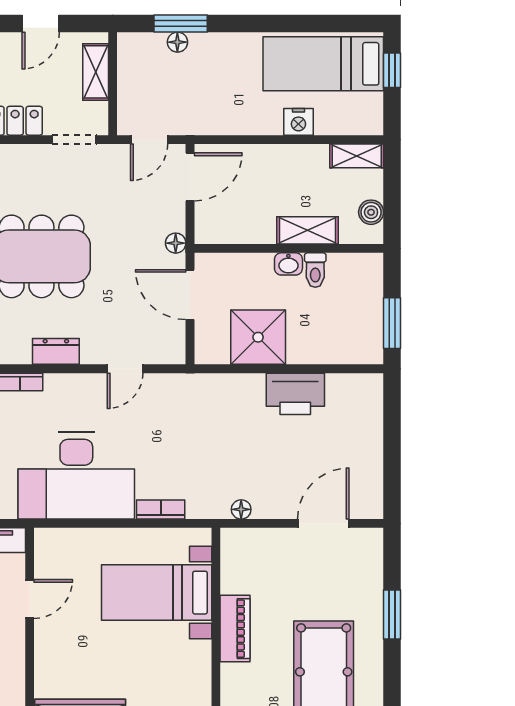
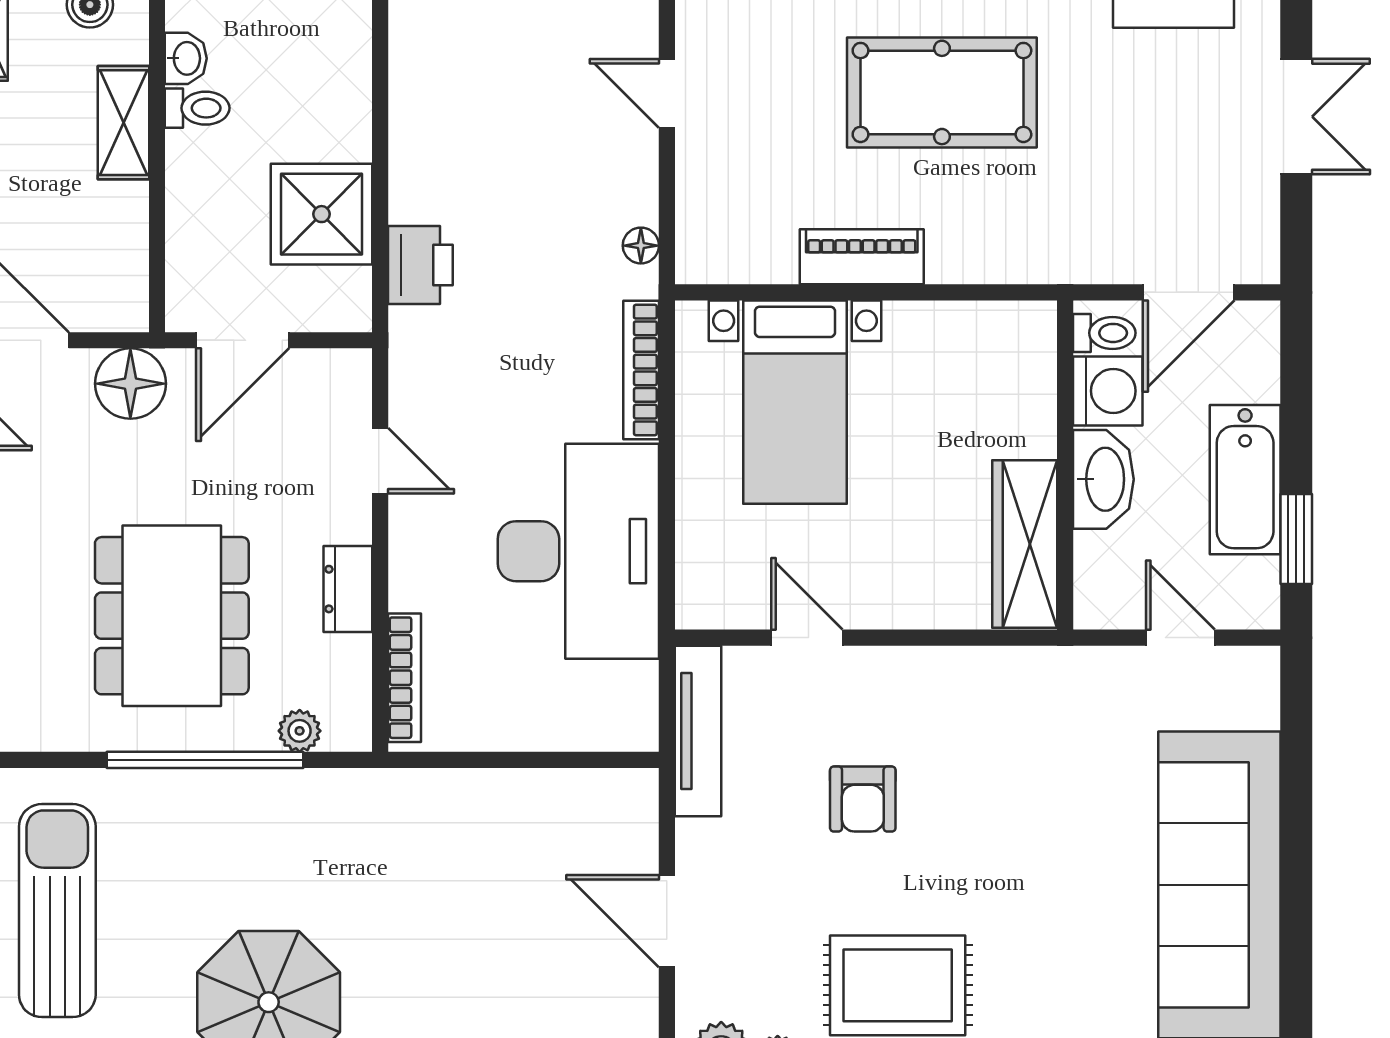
floor lamp: (176, 243) -> (130, 384), width x1.89, depth x1.89
washbasin: (288, 264) -> (186, 58), moved
printer: (295, 394) -> (420, 265), moved, width x0.73, depth x0.84
bookcase: (161, 510) -> (641, 370), width x1.56
door: (323, 523) -> (667, 93), width x0.73

